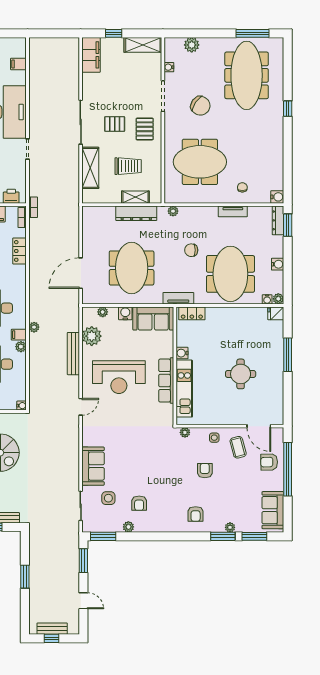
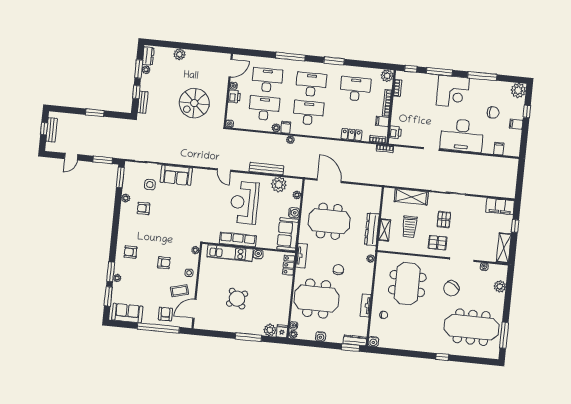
plant: (276, 329) -> (270, 330), added
round table: (241, 374) -> (237, 299), turned -38

